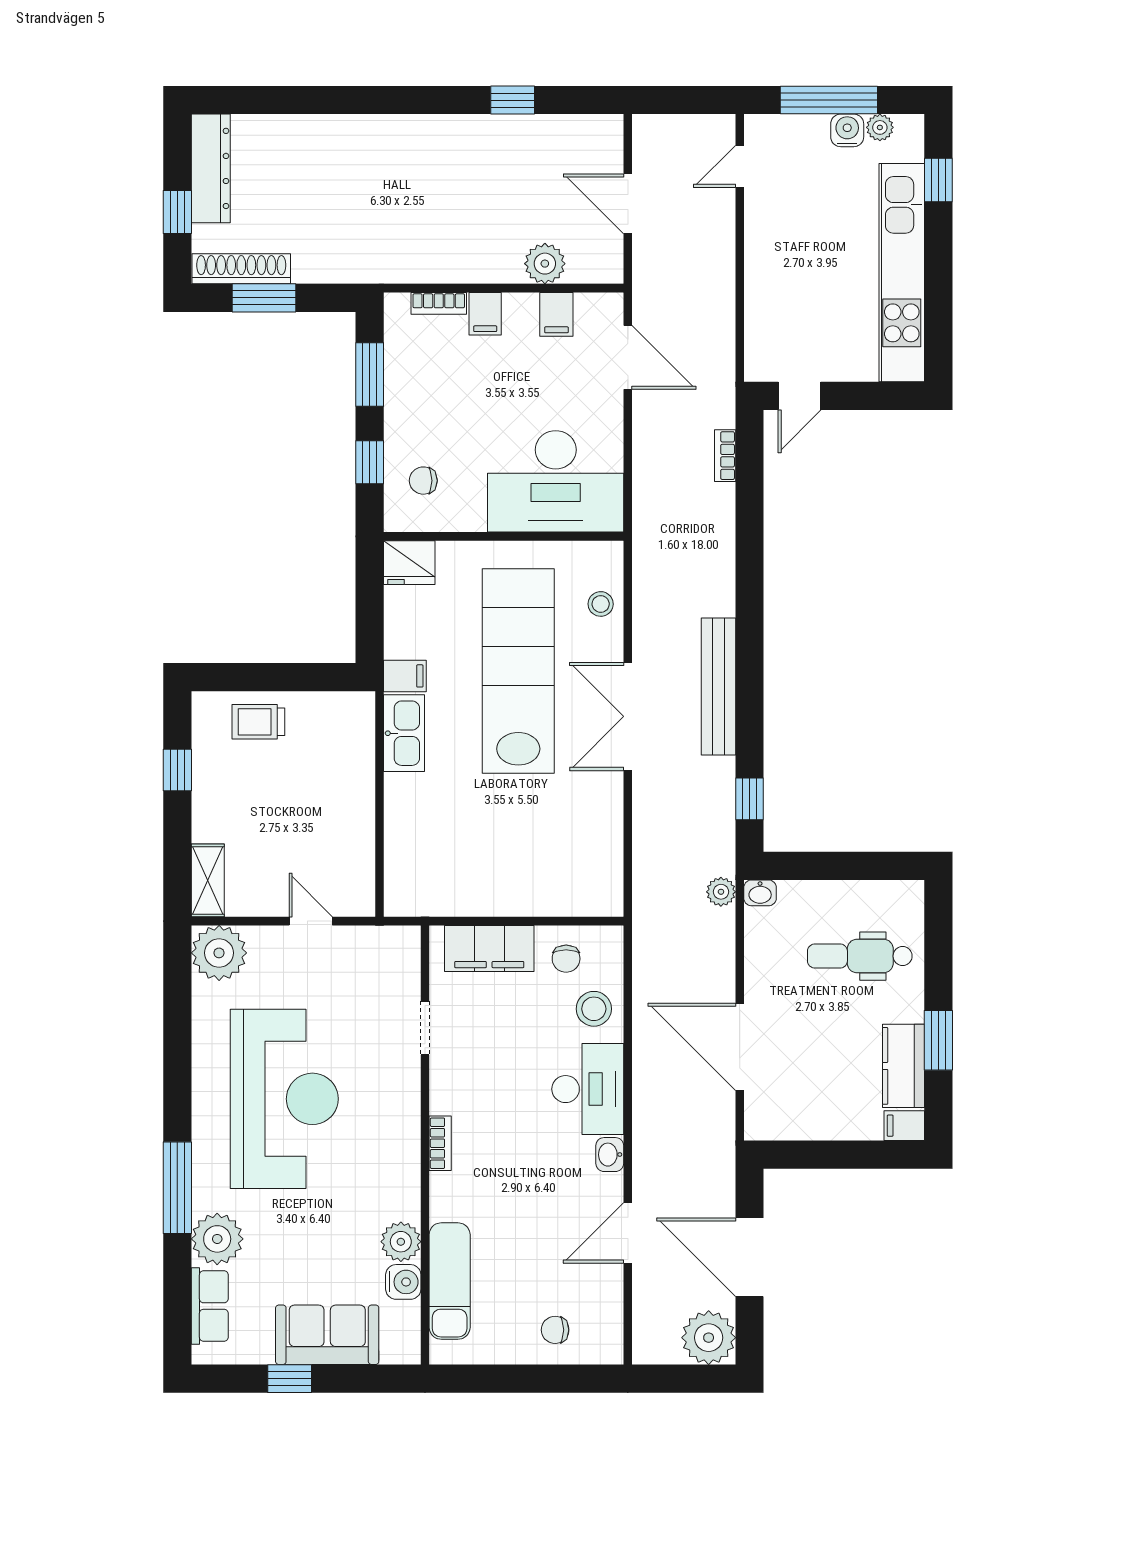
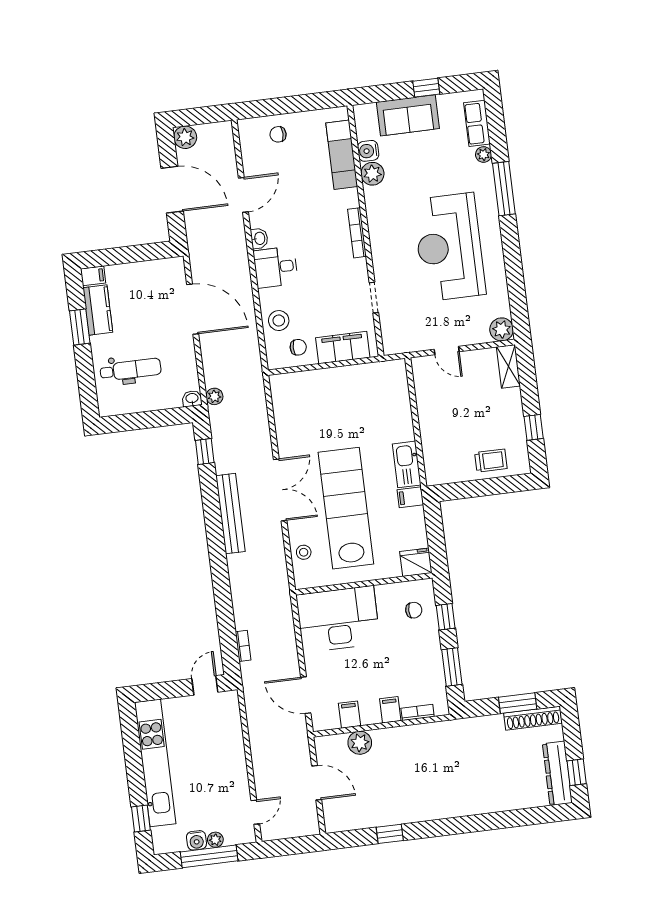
plant: (880, 127) -> (215, 840), moved
window: (177, 212) -> (577, 772), moved
lab bench: (518, 671) -> (346, 508), turned 180
plant: (219, 953) -> (502, 329), width x0.73, depth x0.73
chair: (566, 959) -> (298, 347), turned 90
desk: (588, 1089) -> (276, 267), width x0.73
bookcase: (440, 1143) -> (357, 233), width x1.56
plant: (217, 1239) -> (484, 154), width x0.53, depth x0.53
chair: (555, 1330) -> (278, 134), turned 180
plant: (709, 1338) -> (185, 137), width x0.73, depth x0.73

